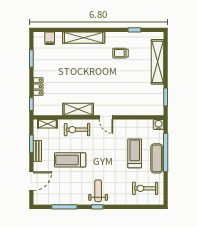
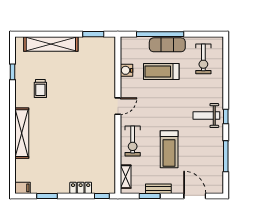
filing cabinet: (50, 38) -> (23, 188), moved
shelving: (78, 109) -> (108, 140), removed
water cooler: (159, 124) -> (126, 70), moved

